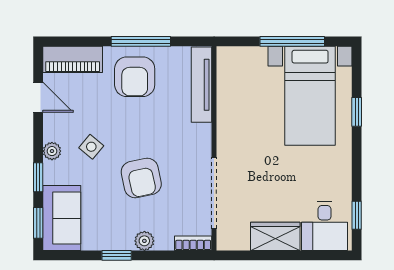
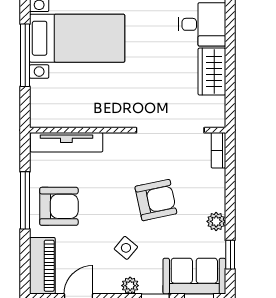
plant: (144, 241) -> (216, 221), moved
window: (117, 255) -> (230, 255), moved

